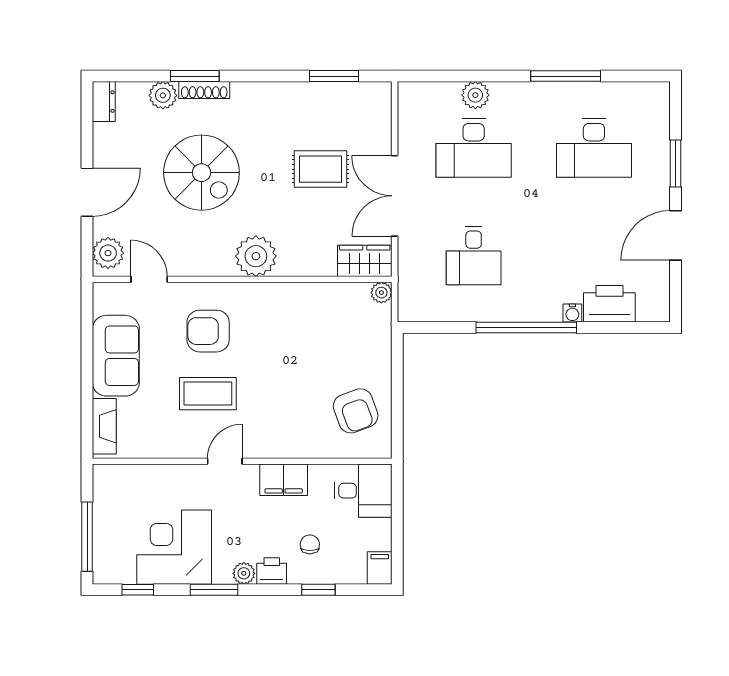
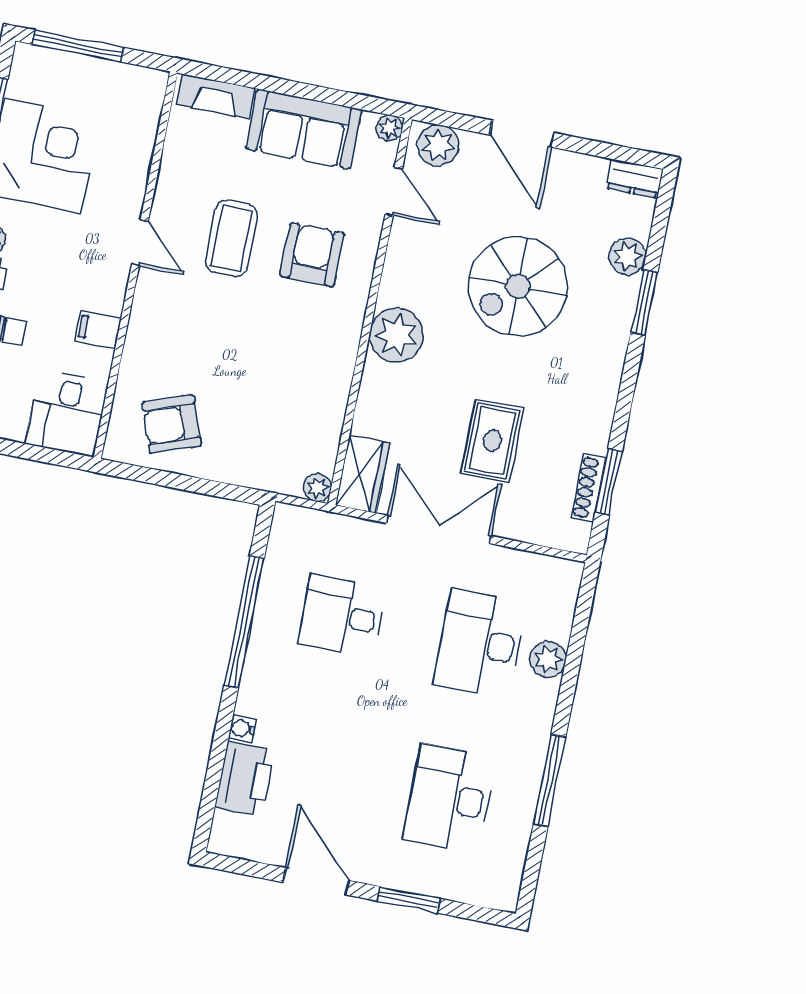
shoe rack: (204, 90) -> (589, 488), moved
door: (149, 279) -> (394, 192), hinge flipped
plant: (102, 292) -> (389, 128), added
window: (526, 328) -> (244, 622), moved
filing cabinet: (284, 480) -> (98, 329), width x0.50

